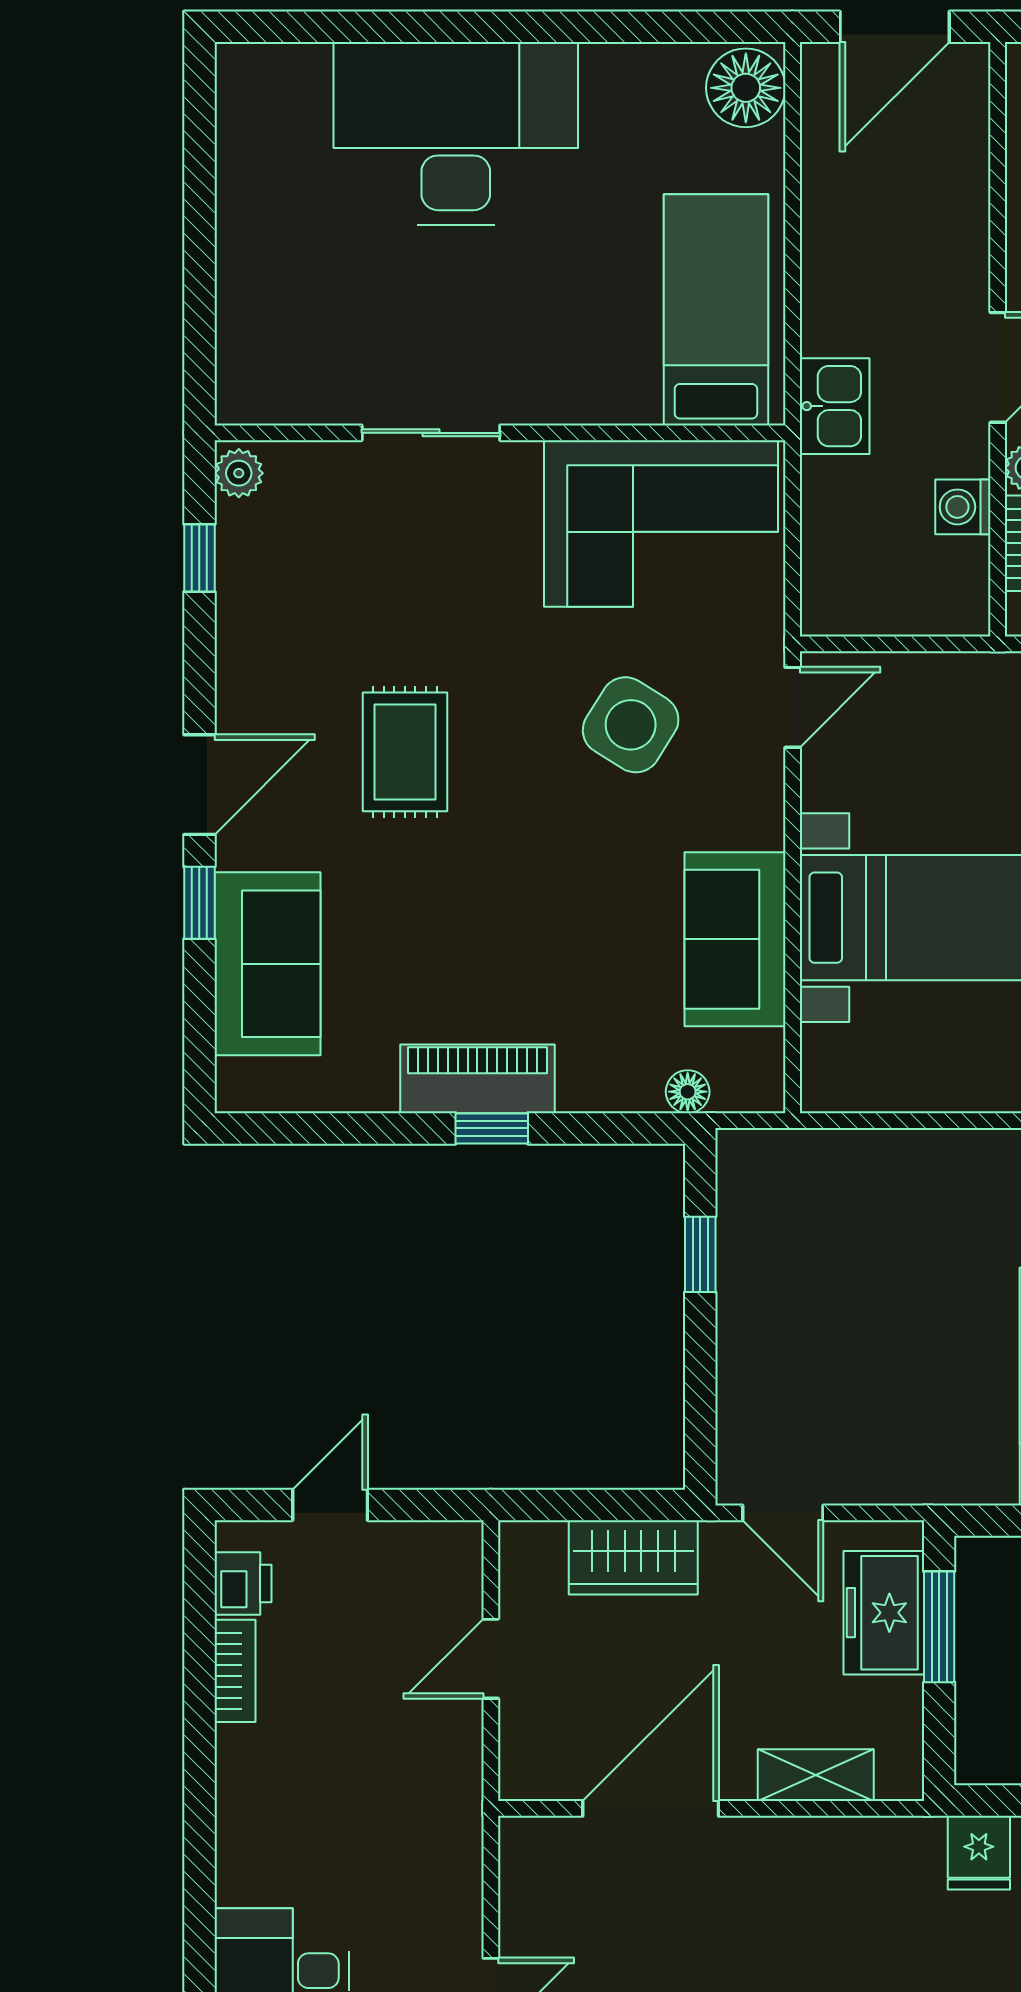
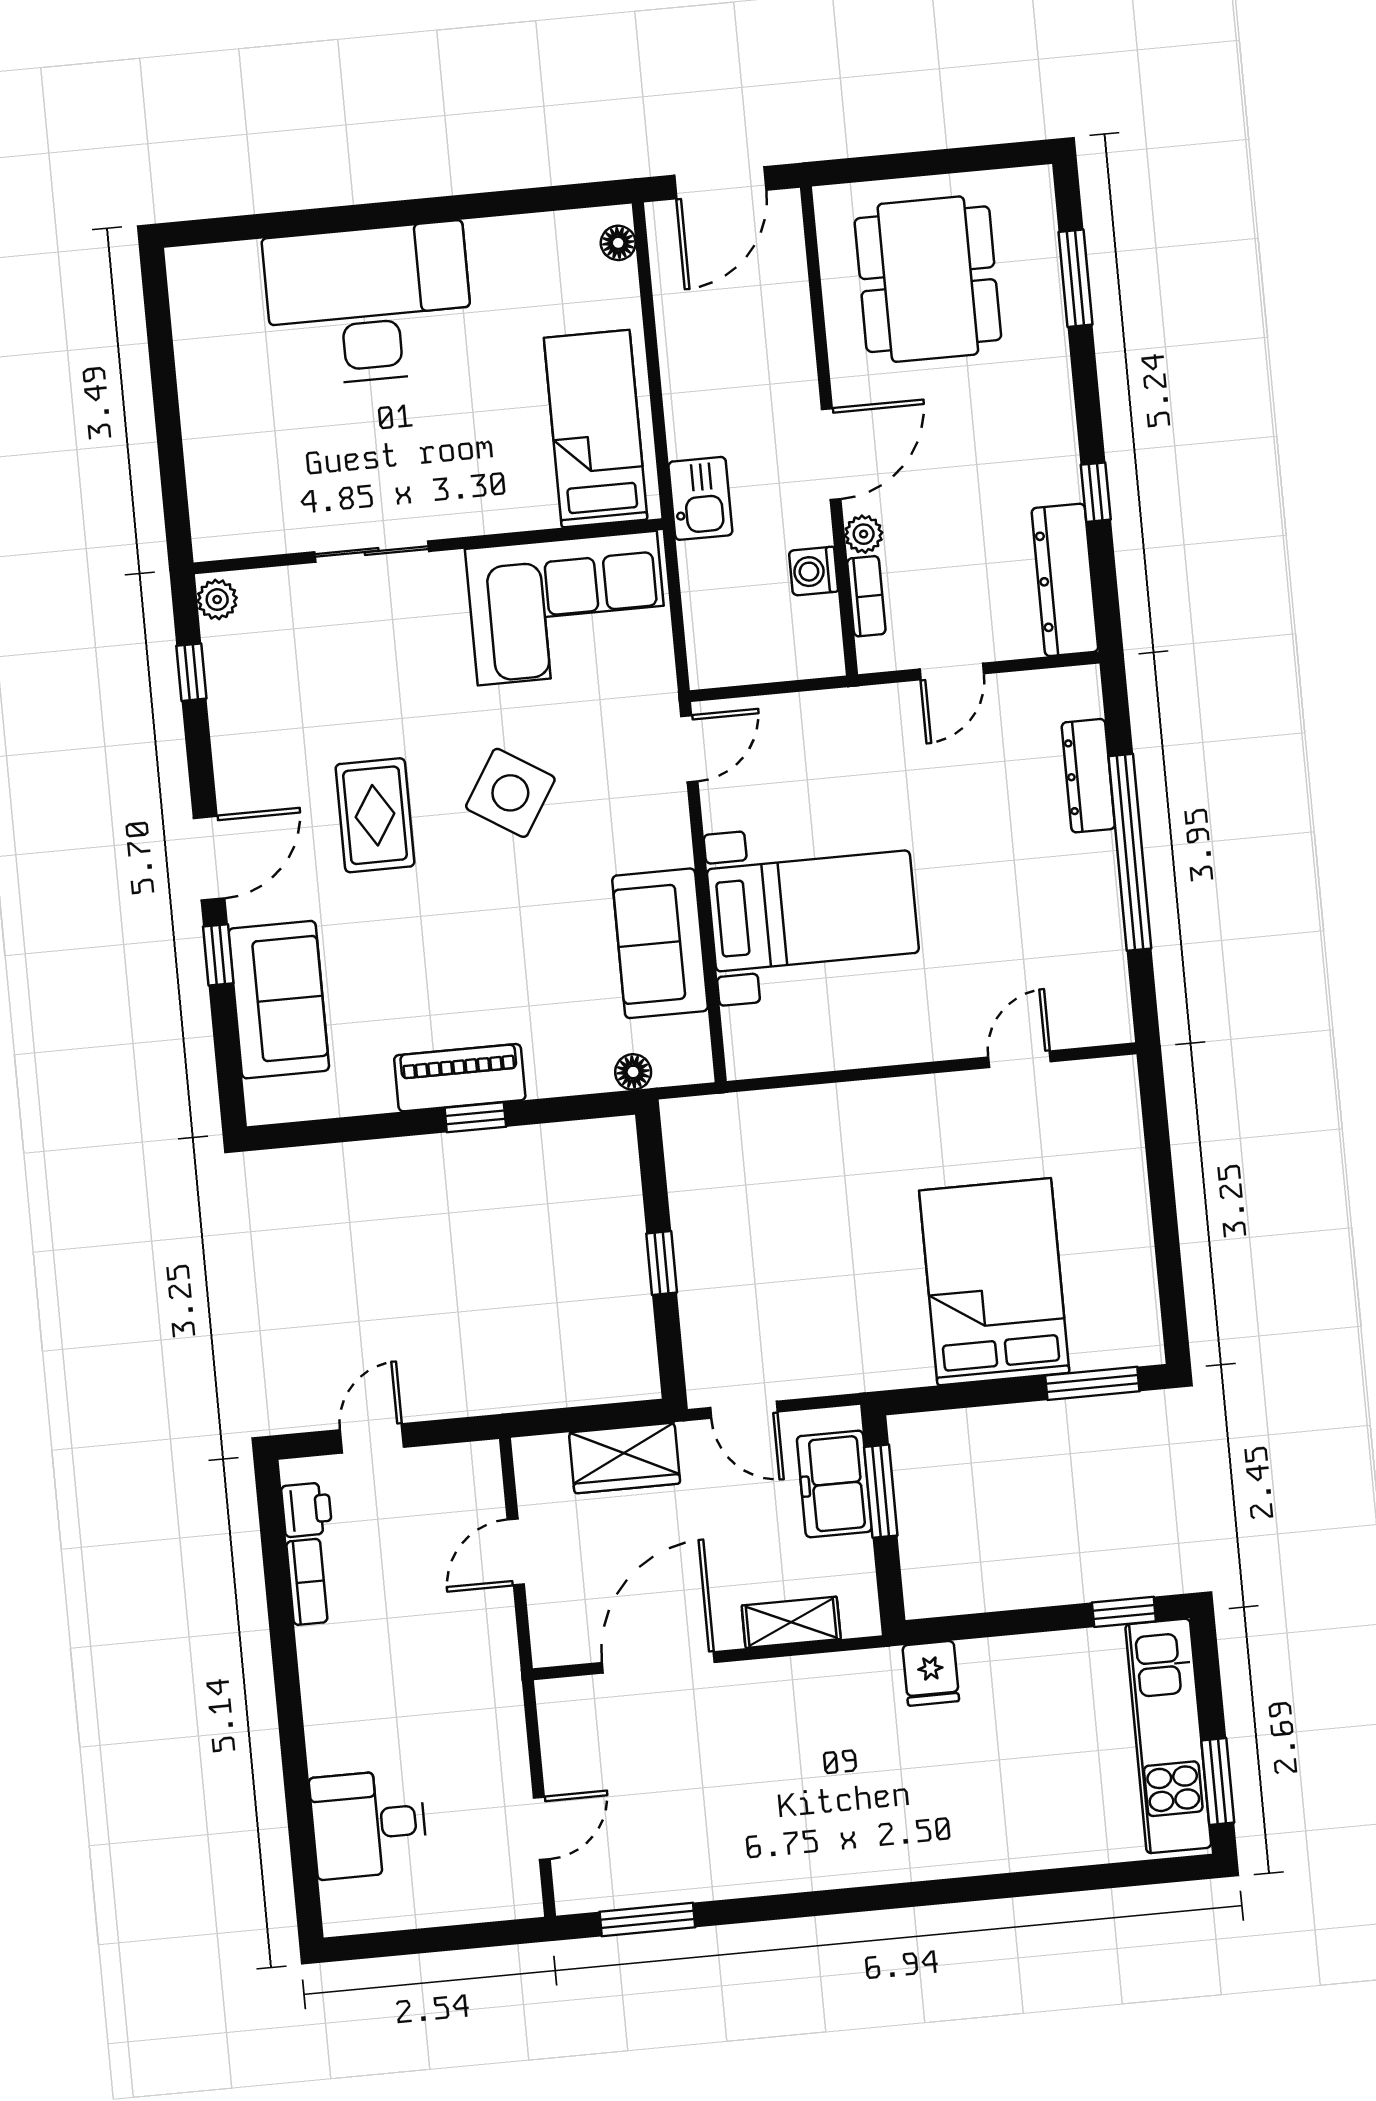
floor lamp: (746, 88) -> (618, 243), width x0.53, depth x0.53
side table: (631, 725) -> (510, 793), moved
window: (700, 1254) -> (662, 1263), moved

